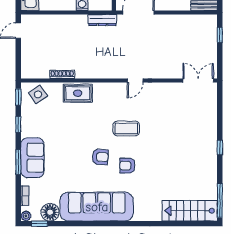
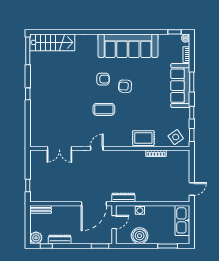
double door: (198, 81) -> (59, 148), moved
sofa: (32, 158) -> (180, 86), width x1.36
floor lamp: (50, 212) -> (166, 41), removed

